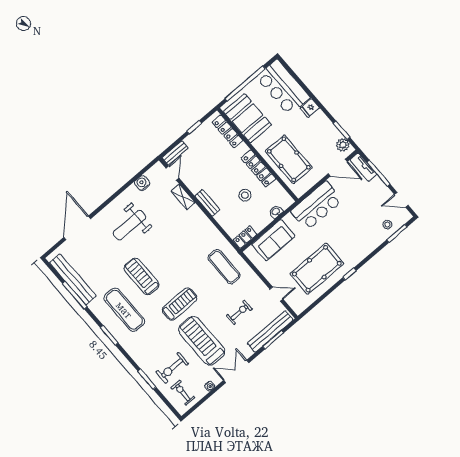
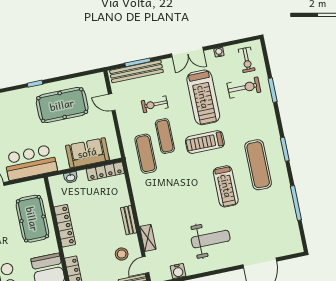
stool: (245, 195) -> (122, 254), moved
locker: (245, 237) -> (105, 171), width x1.53
bench: (73, 279) -> (290, 218), removed
exercise mat: (216, 290) -> (165, 136), added

